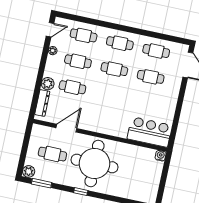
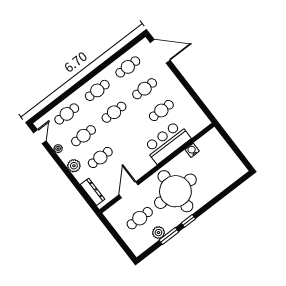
plant: (48, 84) -> (74, 166), moved
cafe table: (145, 103) -> (161, 110), added
bar counter: (150, 132) -> (167, 142), moved
water cooler: (161, 156) -> (192, 150), moved
plant: (29, 171) -> (158, 233), moved
window: (42, 183) -> (169, 236), moved

